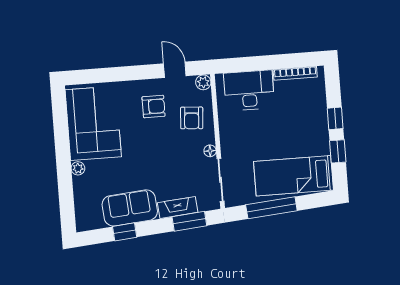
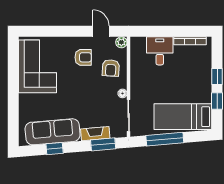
desk: (249, 90) -> (160, 51), width x0.73
plant: (78, 168) -> (24, 99), removed
sofa: (130, 208) -> (53, 132), width x1.36

